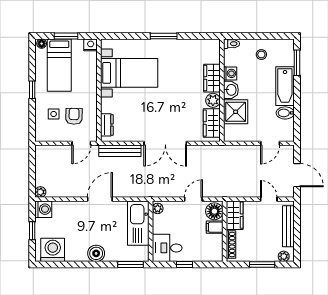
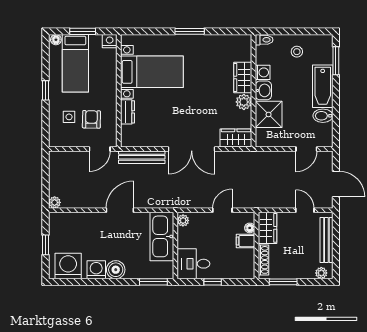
wardrobe: (212, 123) -> (236, 138), moved, turned 90
dresser: (107, 125) -> (128, 112), moved
washing machine: (43, 209) -> (96, 270), moved, turned -90
floor lamp: (214, 211) -> (250, 228), width x0.53, depth x0.53
window: (262, 265) -> (283, 282), moved

